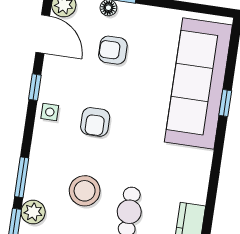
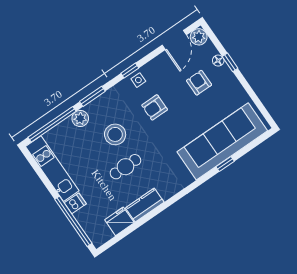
window: (35, 87) -> (130, 71), moved

